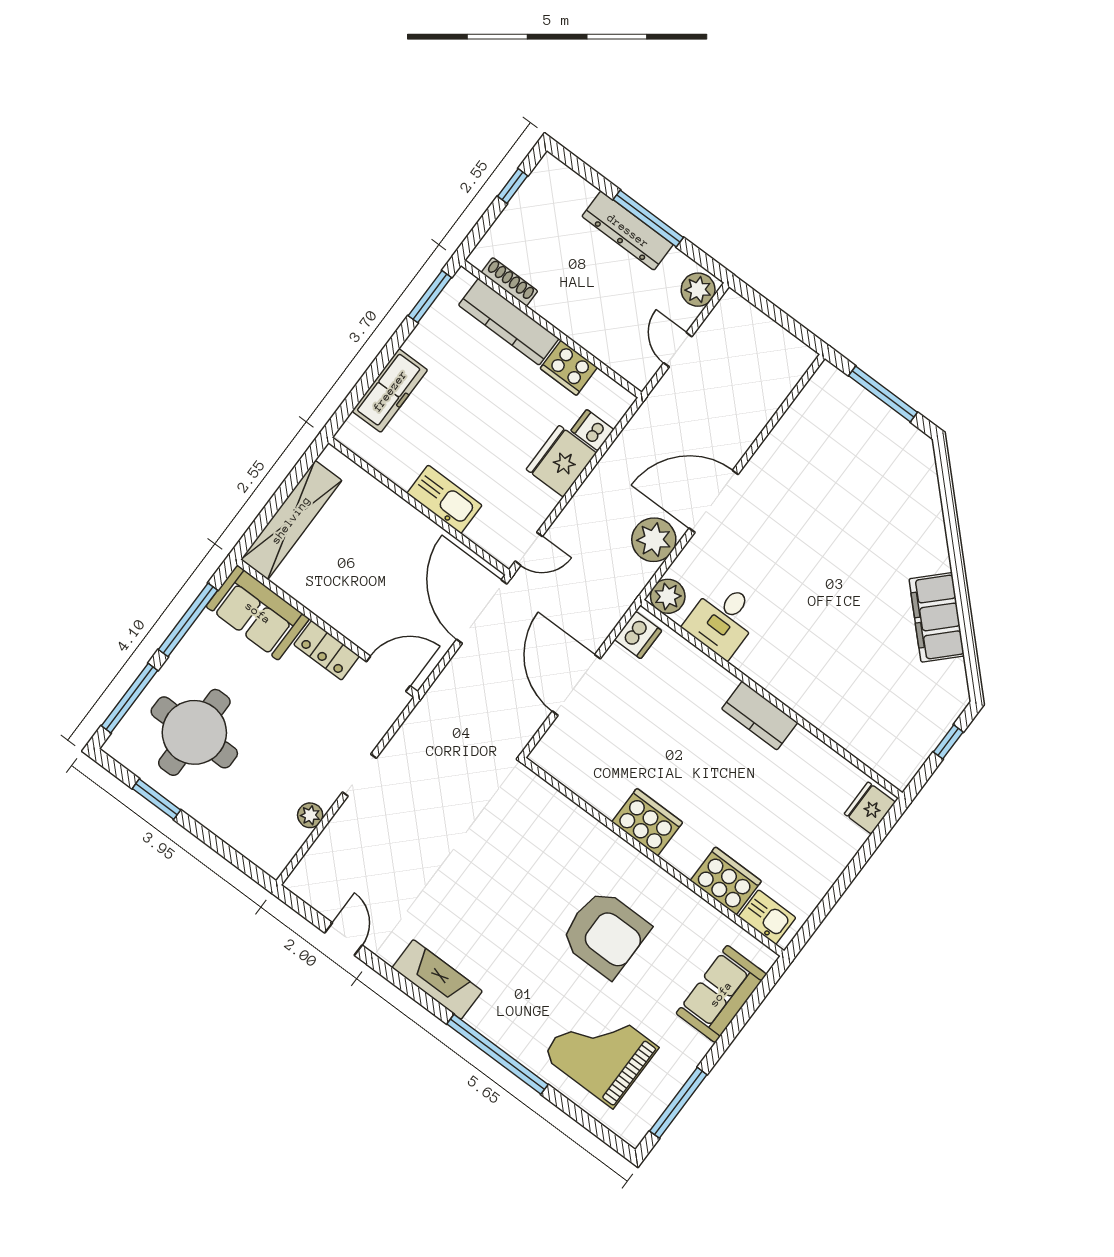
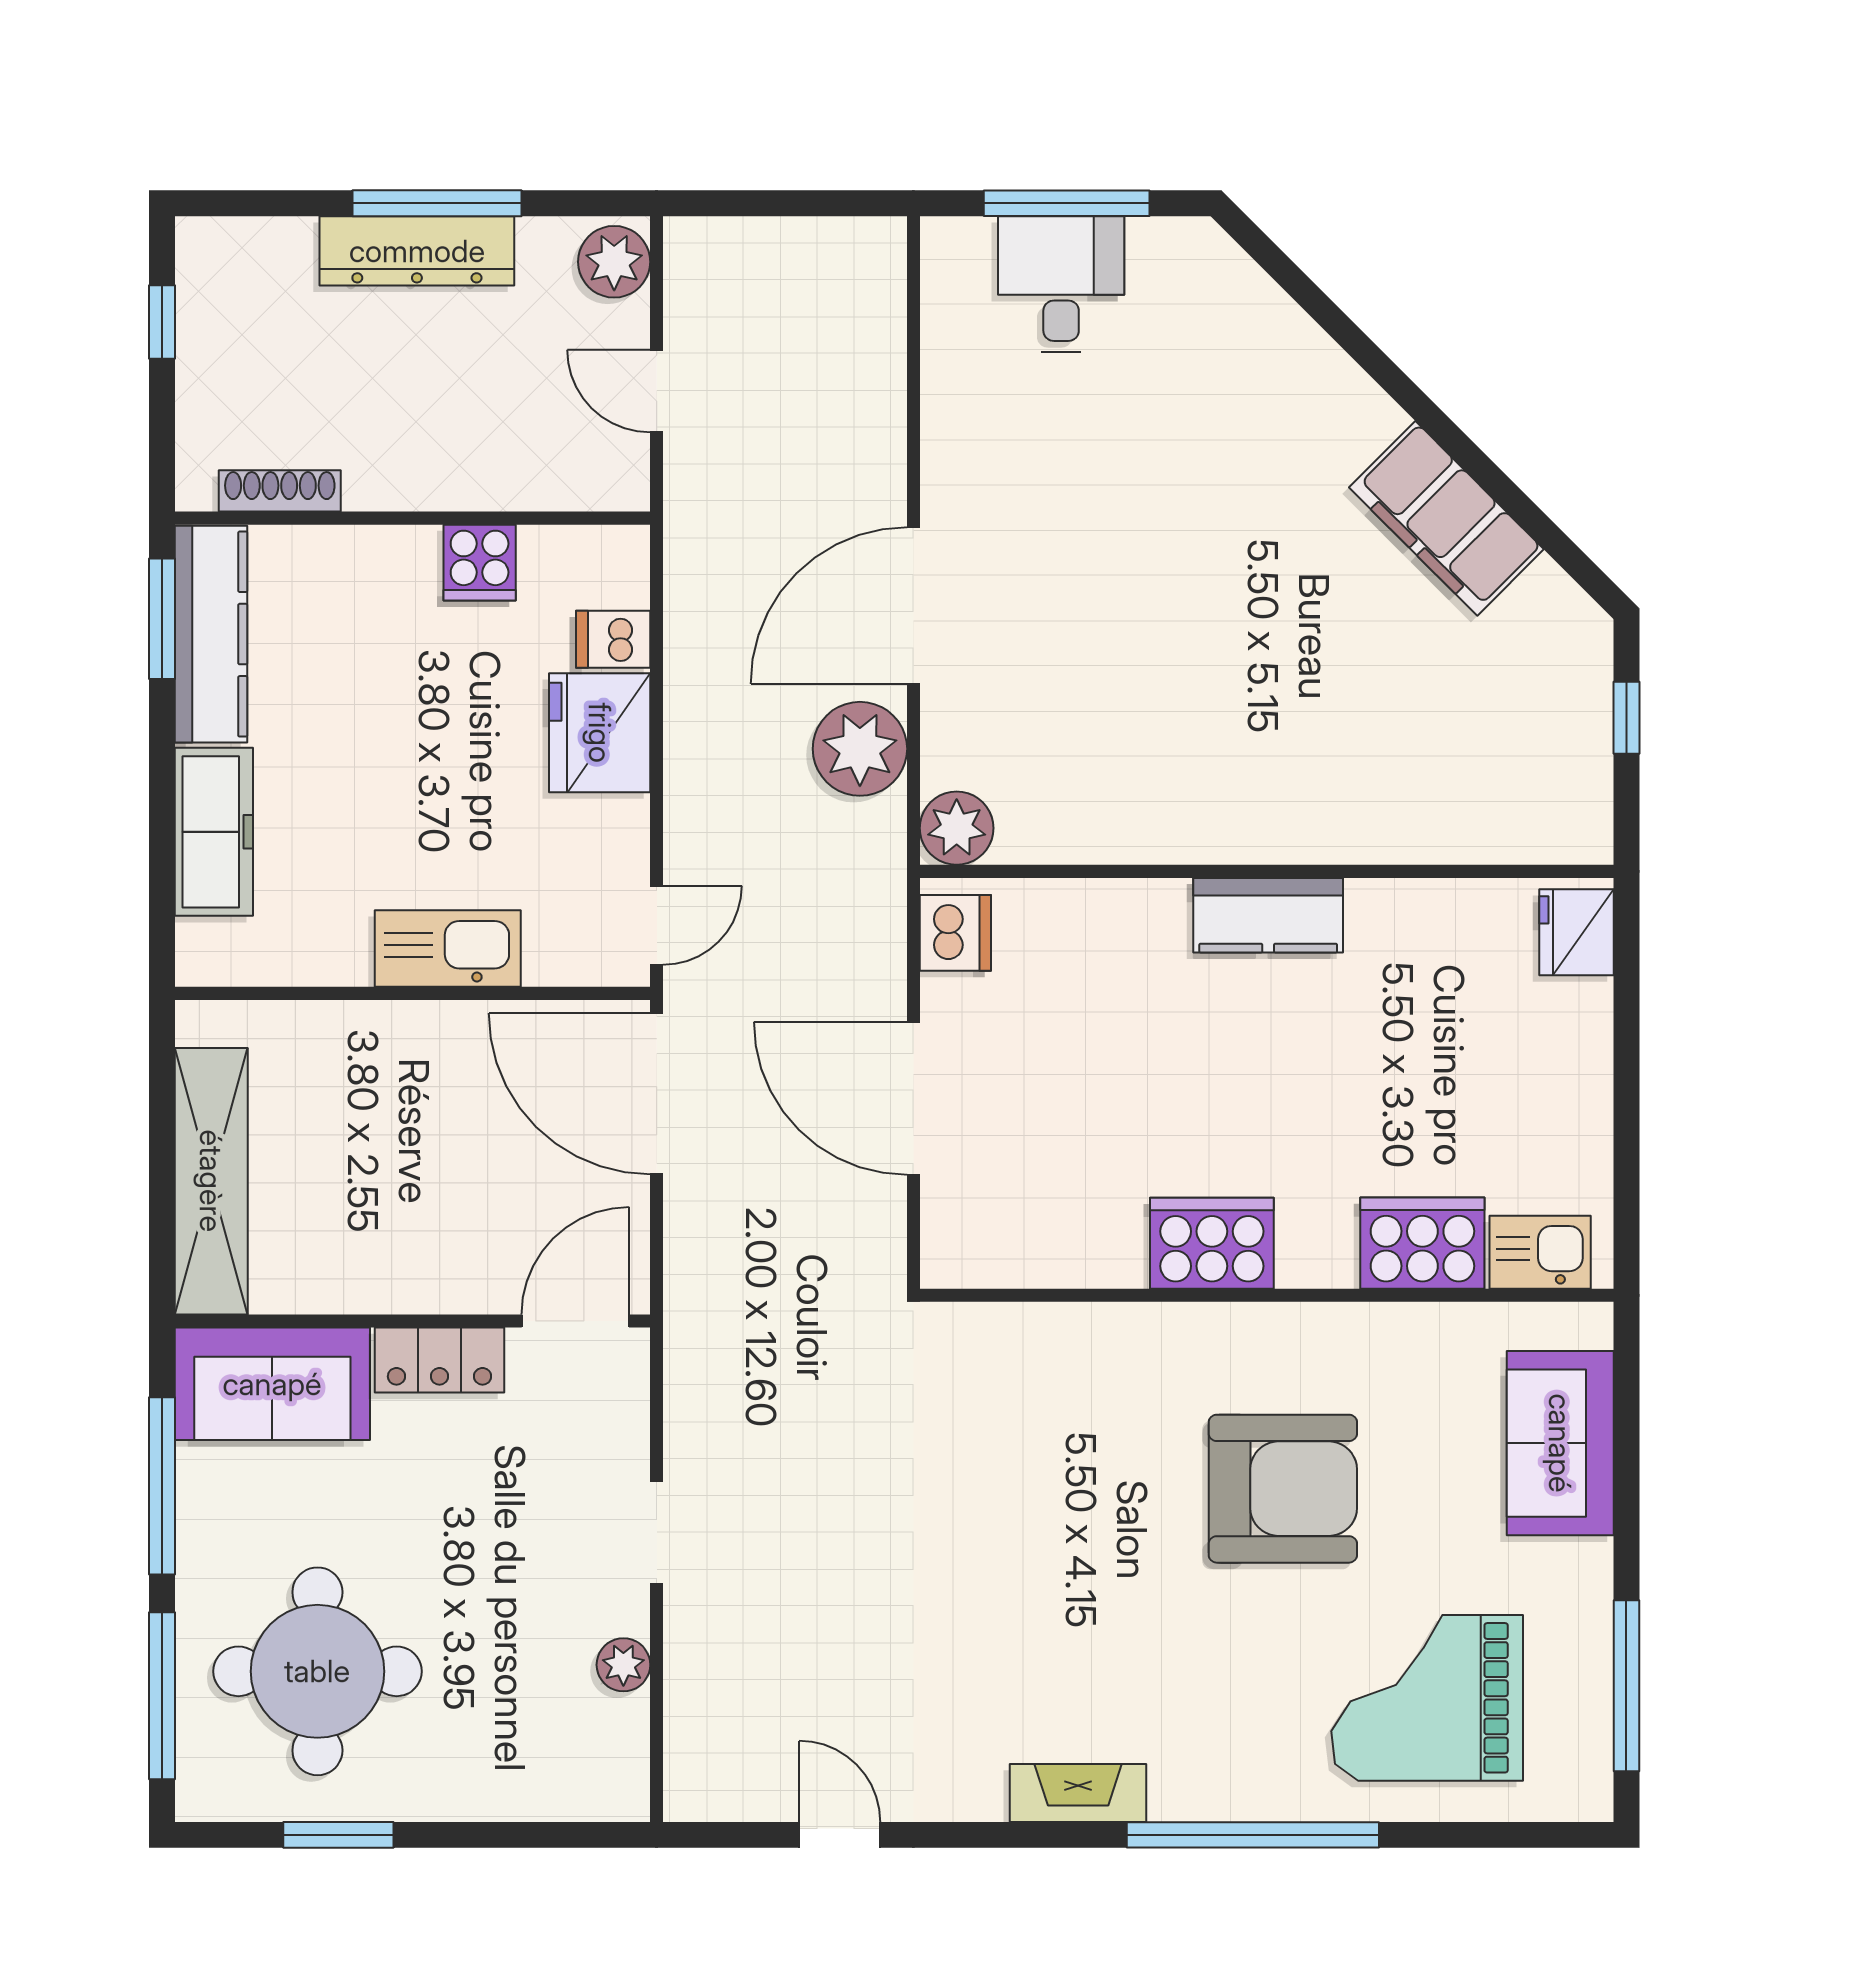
kitchen counter: (509, 322) -> (211, 634), moved, turned -90
cooker: (569, 368) -> (480, 563), width x0.73
desk: (723, 619) -> (1061, 284), moved, turned 180
fireplace: (437, 979) -> (1078, 1793), width x0.73, depth x0.76

